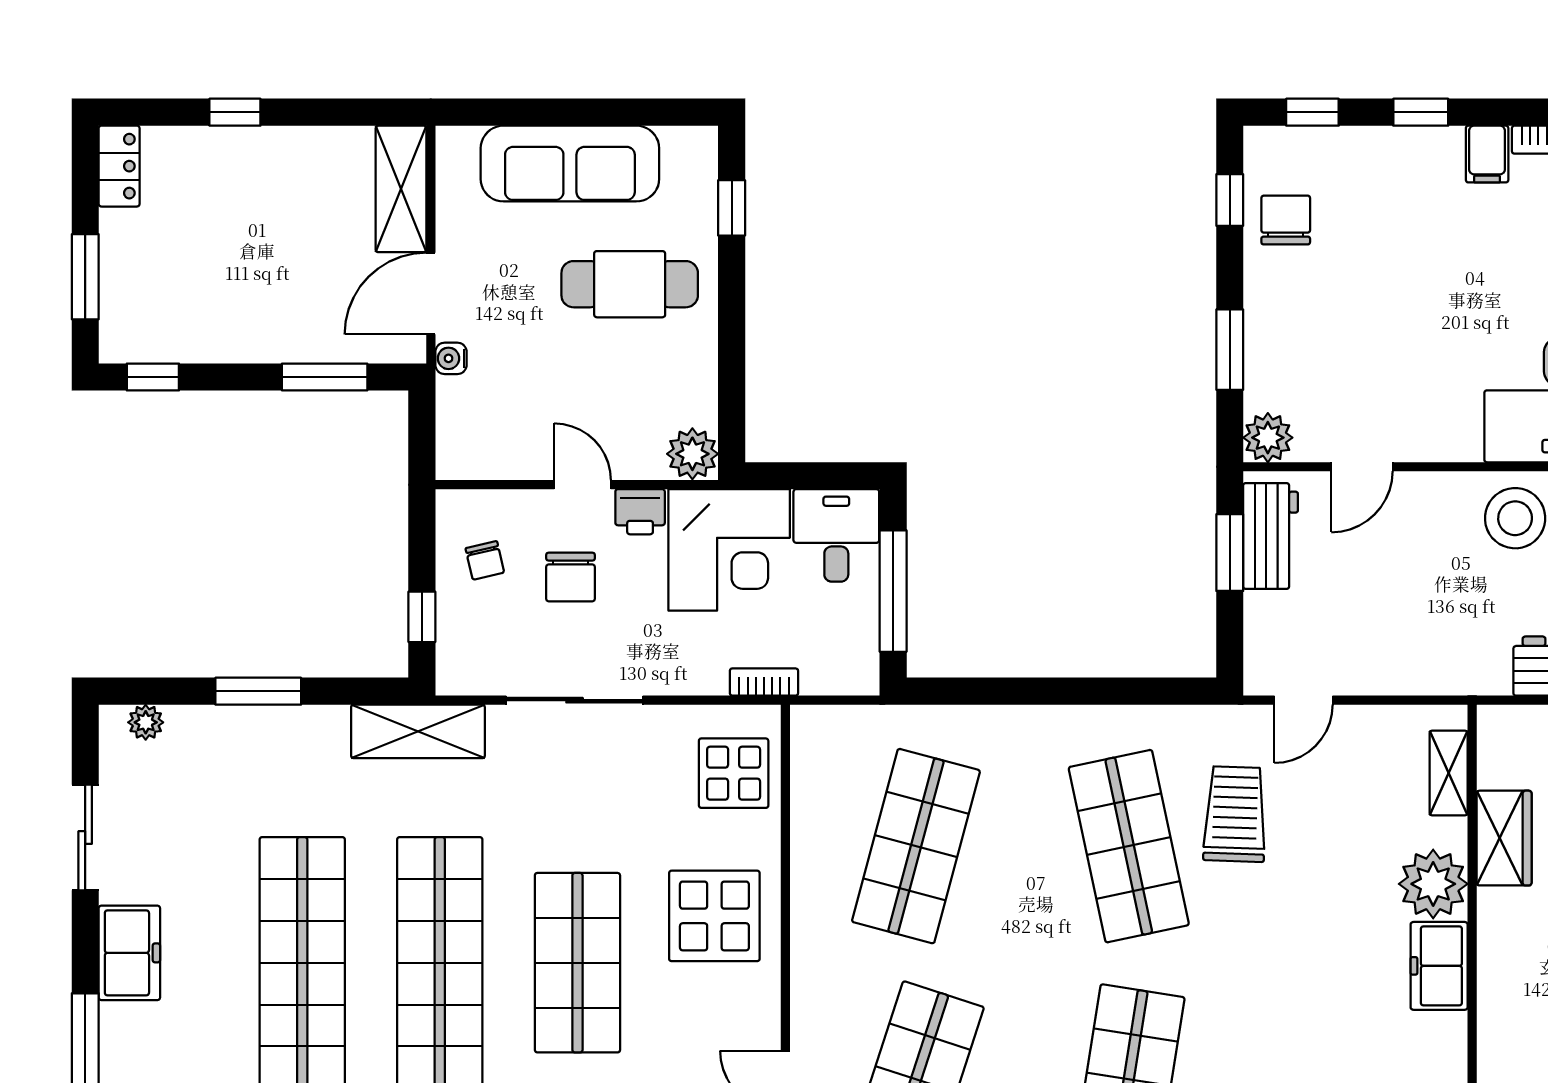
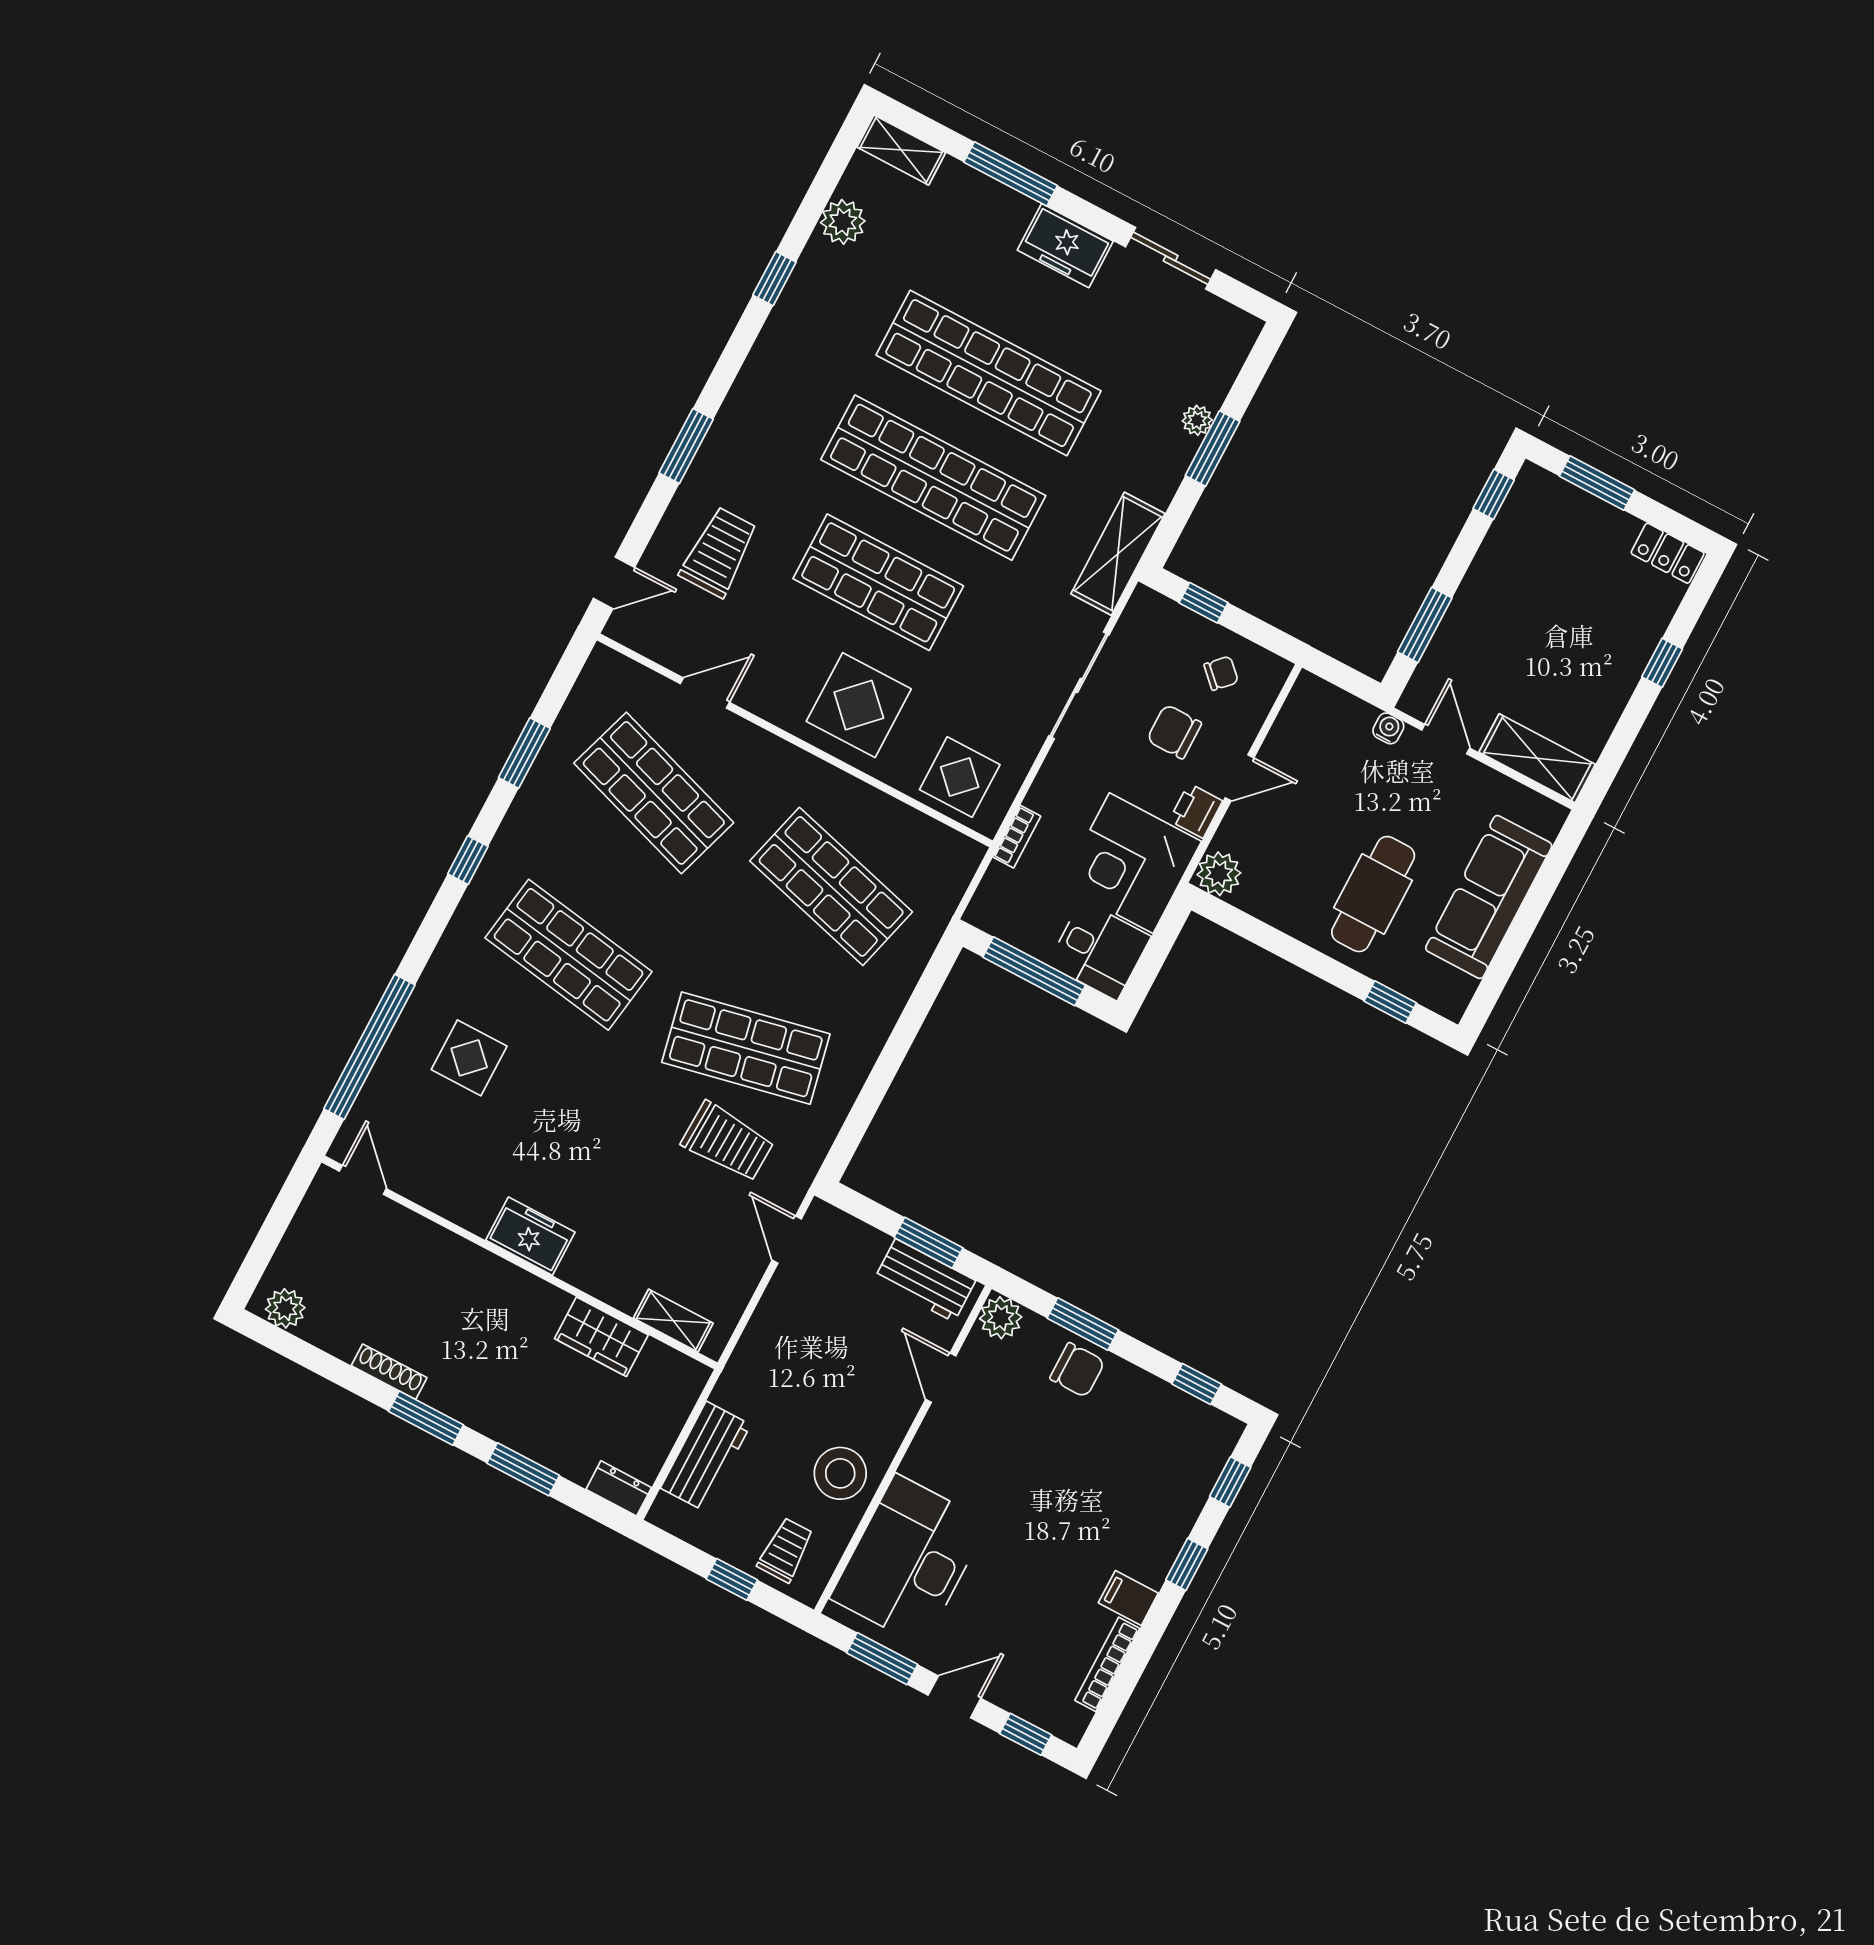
chair: (1286, 220) -> (1077, 1370), moved
door: (431, 294) -> (1446, 739), width x0.73
chair: (485, 560) -> (1221, 673), turned 147
plant: (146, 722) -> (1197, 420), moved
plant: (1433, 884) -> (595, 1264), removed

